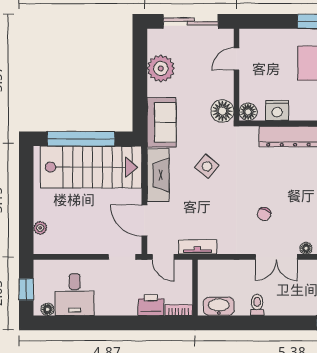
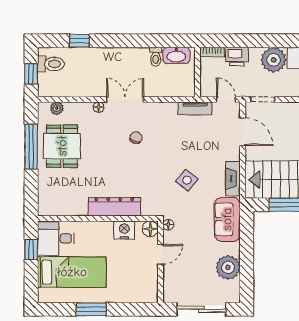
door: (236, 59) -> (161, 254), moved
floor lamp: (222, 111) -> (168, 225), width x0.53, depth x0.53
fireplace: (158, 175) -> (233, 179), width x0.73, depth x0.76
plant: (110, 301) -> (274, 60), added
toilet: (257, 305) -> (156, 57), moved

